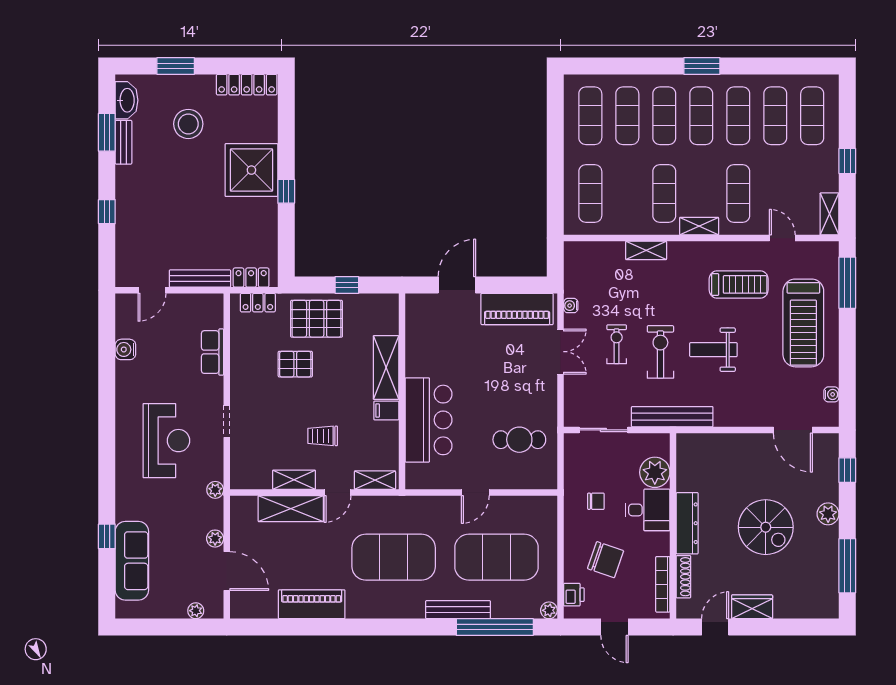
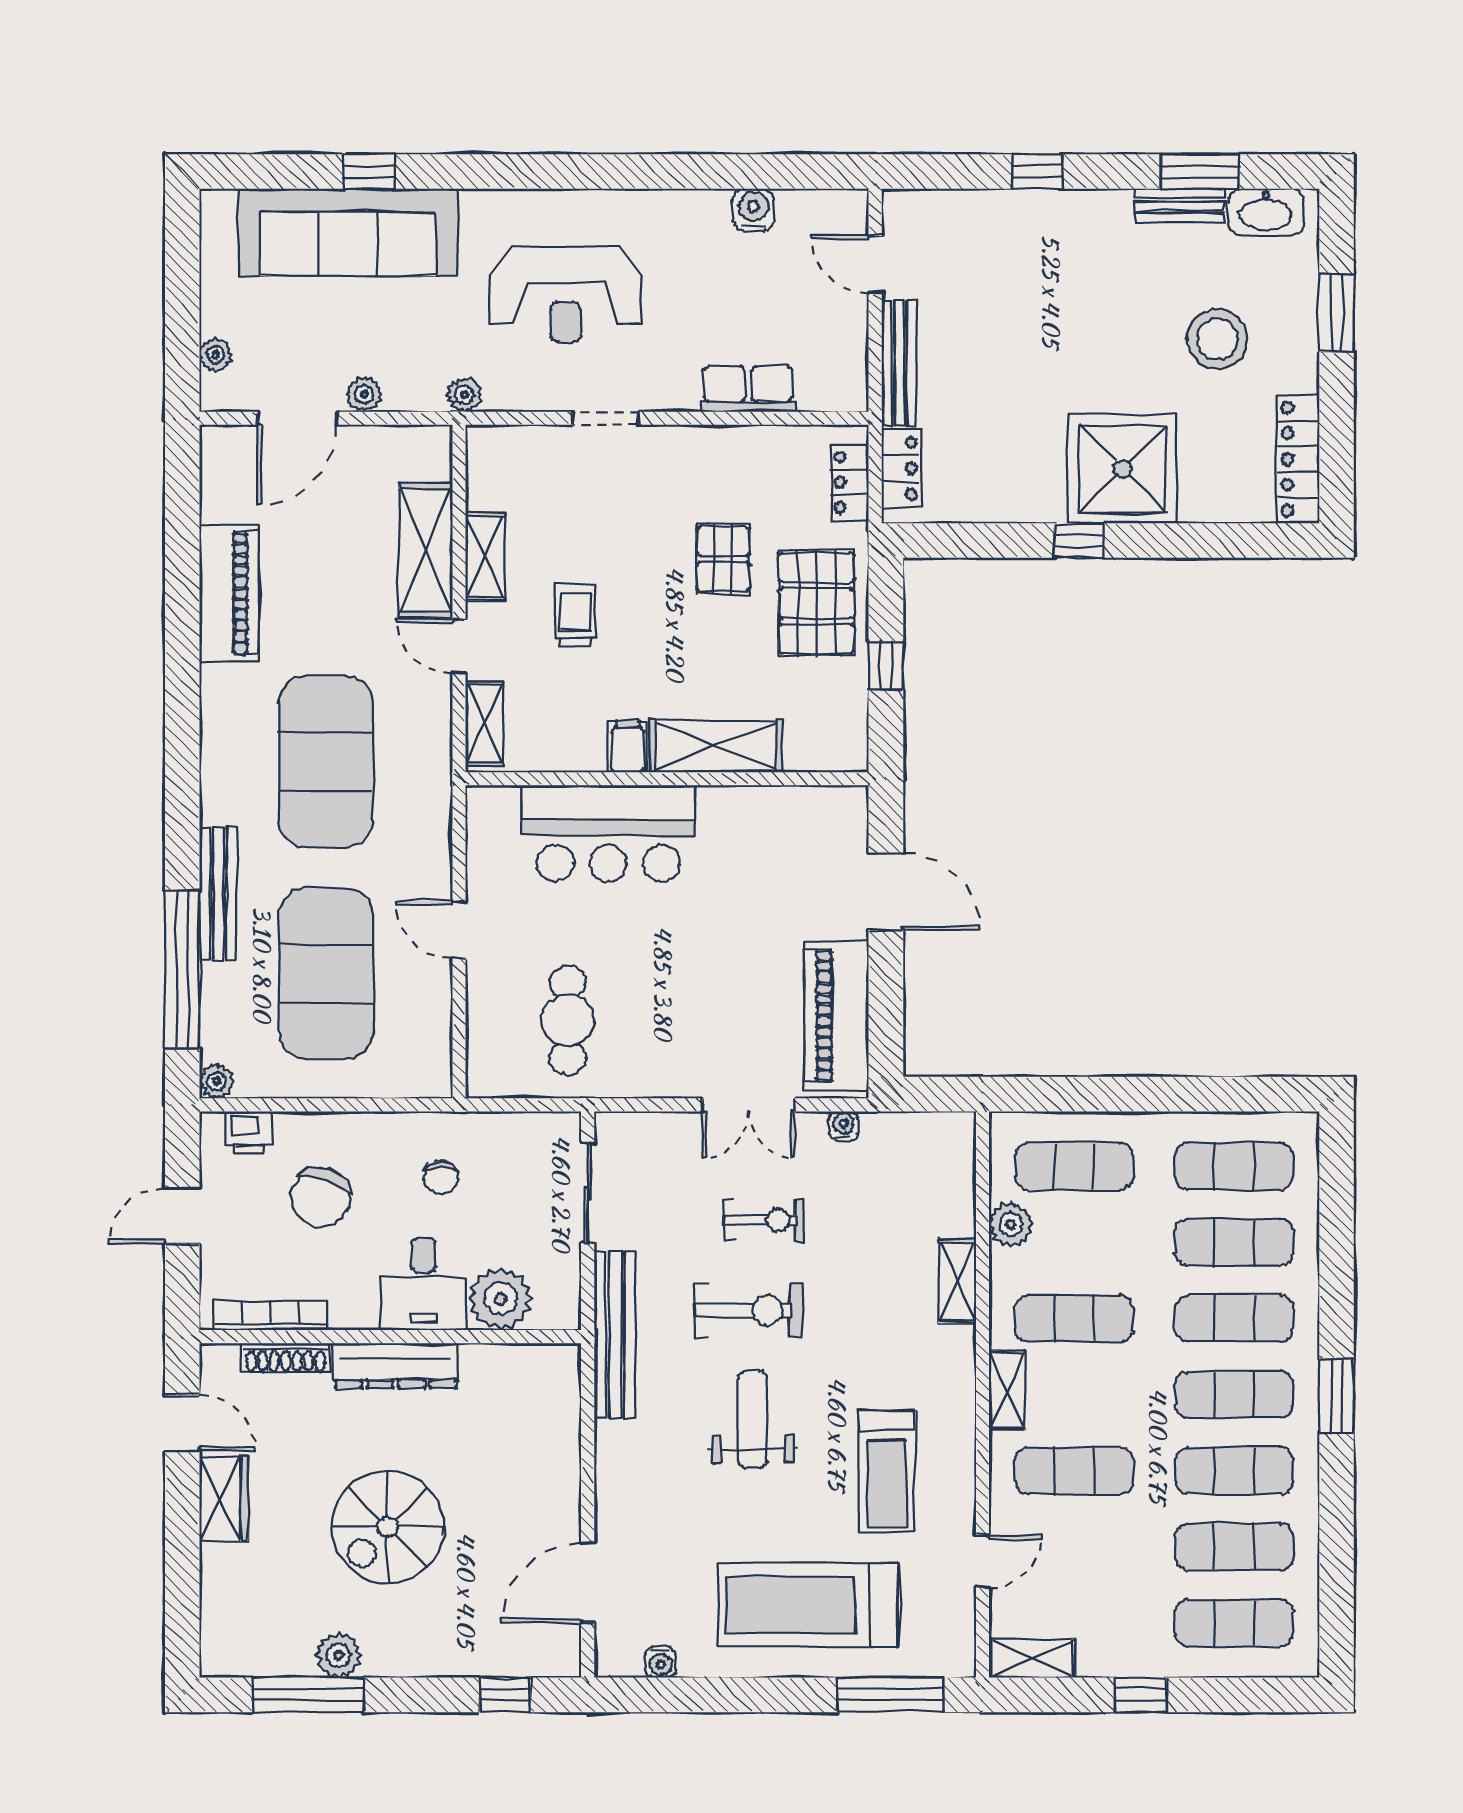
plant: (619, 224) -> (1011, 1224), added
plant: (828, 514) -> (338, 1655), moved
sofa: (132, 561) -> (348, 232), width x1.36, depth x1.27

